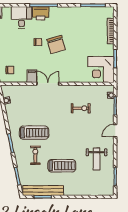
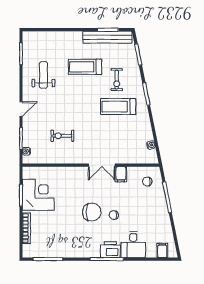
chair: (56, 45) -> (92, 212), turned 106
corner desk: (101, 69) -> (38, 195), moved

